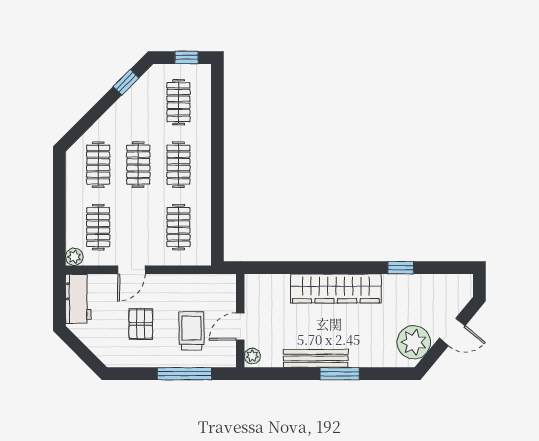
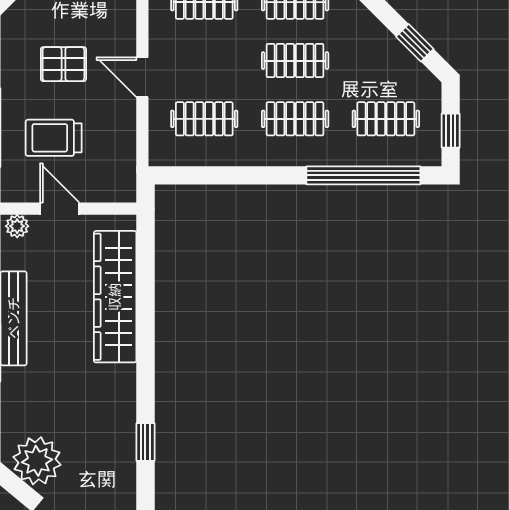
window: (217, 118) -> (363, 175), added
door: (131, 270) -> (142, 77), moved
wardrobe: (336, 288) -> (115, 297), moved
trolley: (191, 331) -> (54, 138), turned 180

